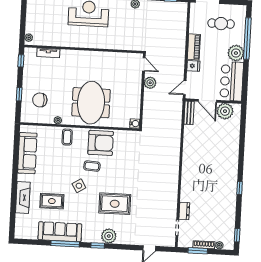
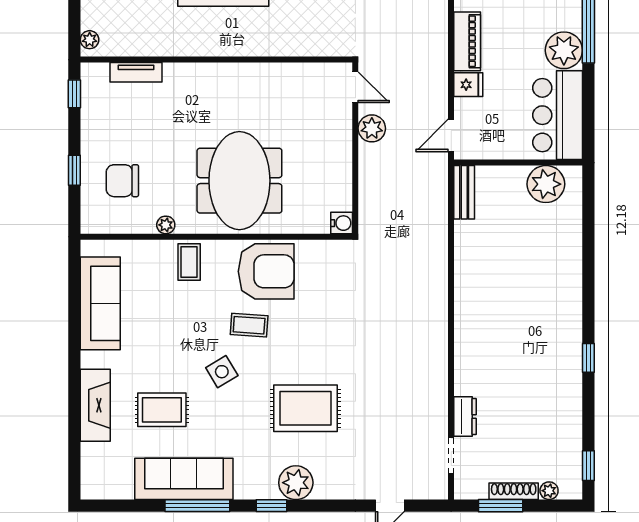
door: (207, 101) -> (505, 163), removed

